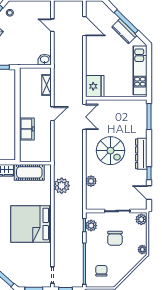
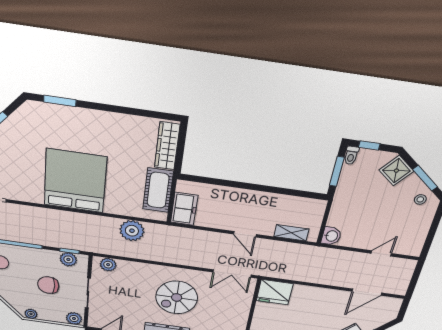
freezer: (27, 129) -> (184, 209), moved, turned -90
plant: (91, 181) -> (108, 265), moved

